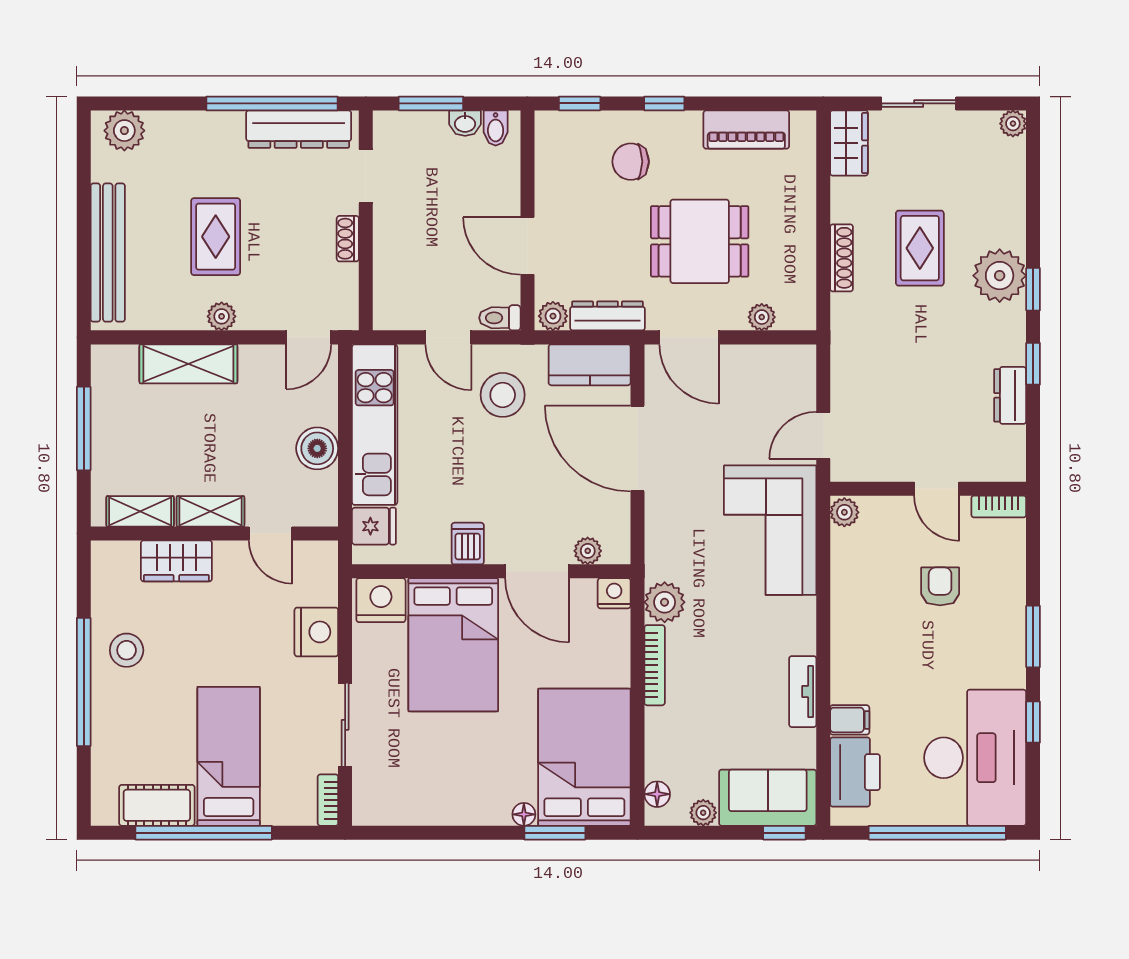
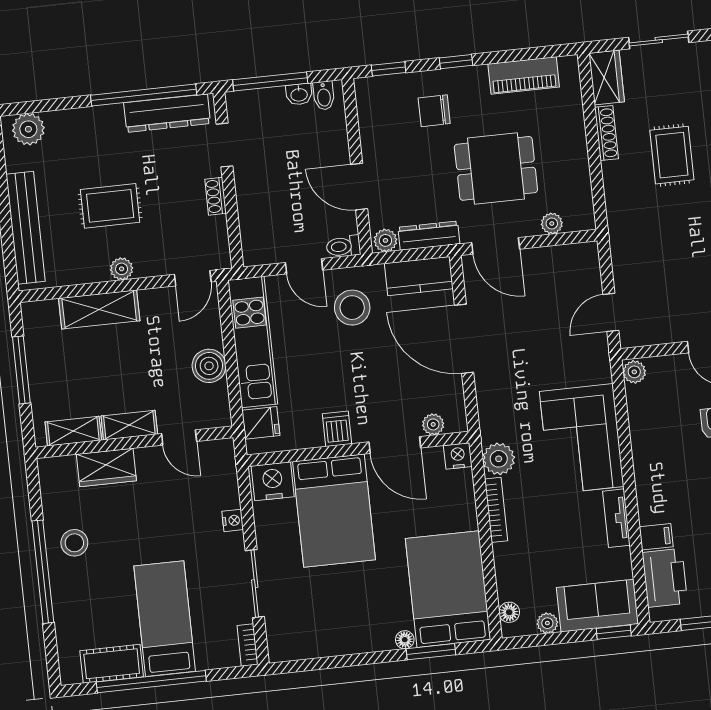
window: (431, 103) -> (270, 82), width x1.44
rug: (216, 237) -> (110, 206), turned 90
shoe rack: (842, 258) -> (606, 133), moved
corner sofa: (770, 530) -> (582, 439), moved
nightstand: (316, 632) -> (233, 520), width x0.53, depth x0.56

